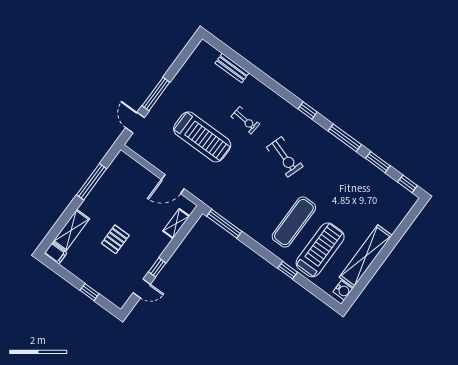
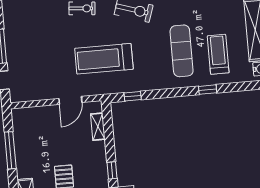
treadmill: (202, 137) -> (104, 59), moved, turned 180
window: (224, 224) -> (133, 96), width x0.46
treadmill: (320, 250) -> (218, 54), width x0.73, depth x0.73

